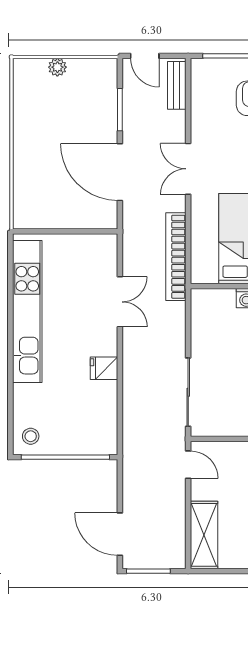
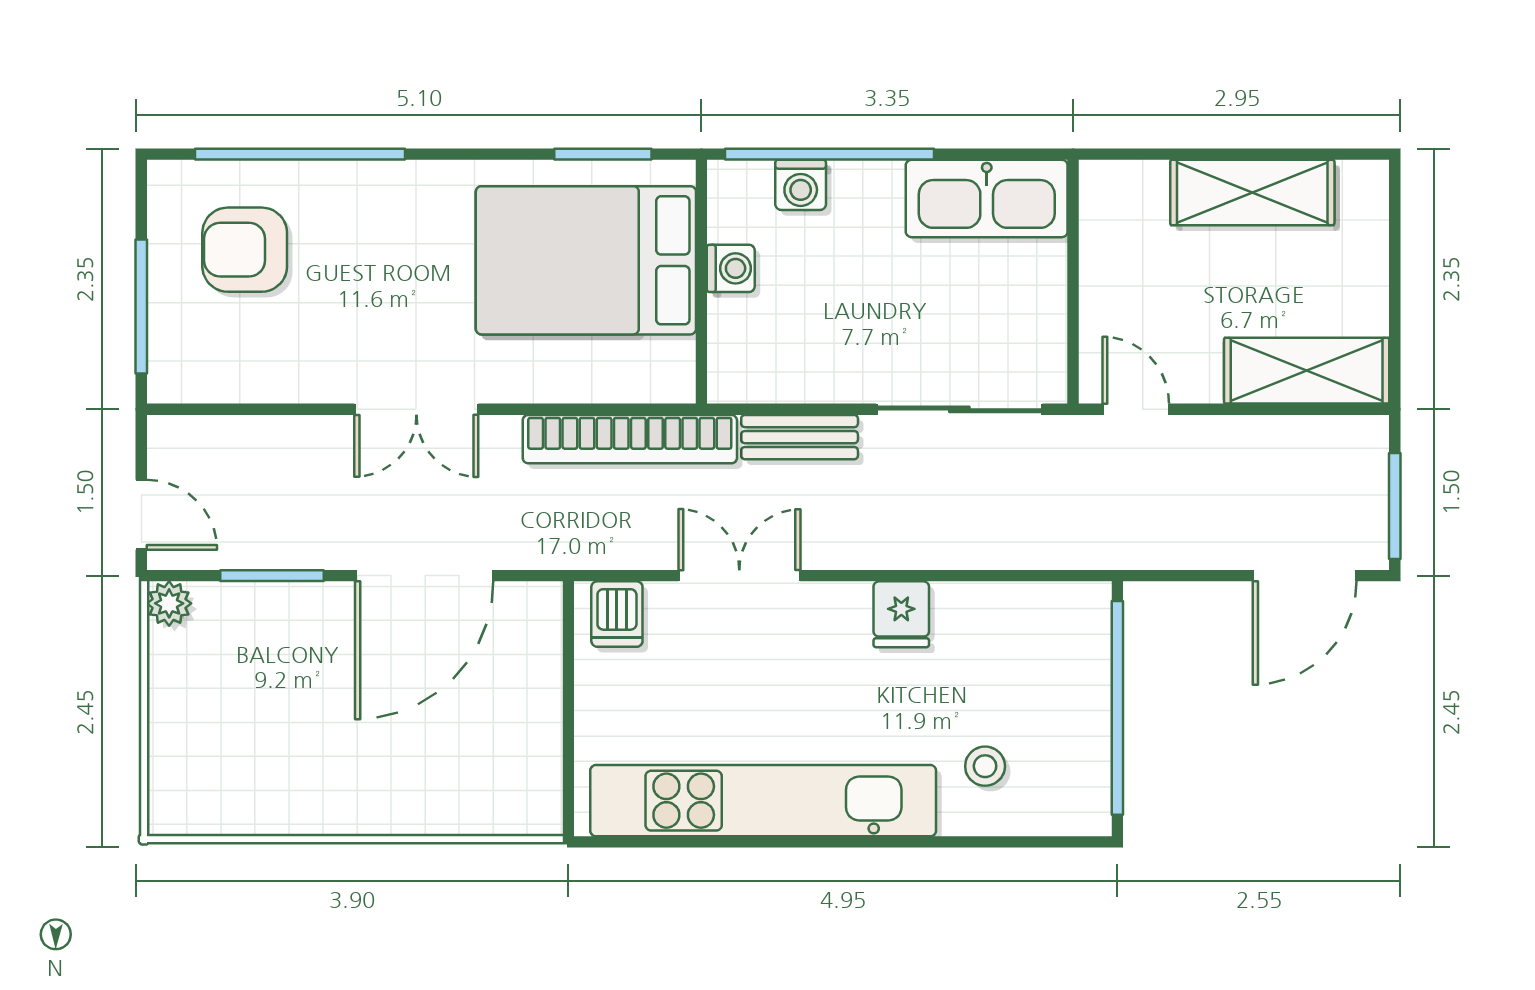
door: (145, 56) -> (141, 515), hinge flipped
plant: (57, 67) -> (169, 603), moved
bench: (177, 85) -> (800, 437), moved
dishwasher: (104, 251) -> (617, 614), added
stool: (31, 436) -> (985, 766), moved
door: (188, 465) -> (1136, 409), hinge flipped

